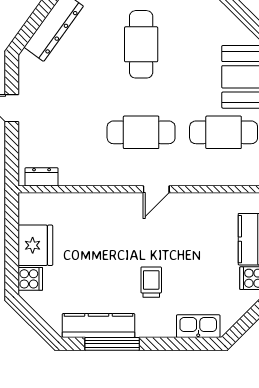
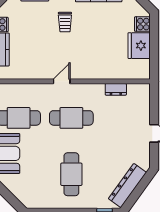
dresser: (42, 177) -> (116, 89), moved

